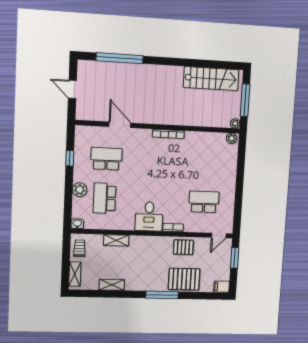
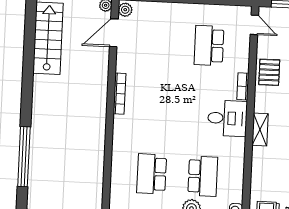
door: (120, 125) -> (114, 33), moved
school desk: (105, 198) -> (203, 176), turned -90
shelving: (116, 240) -> (260, 130), moved

